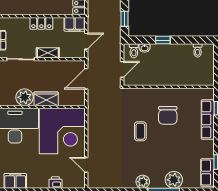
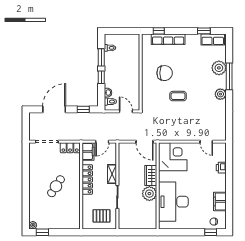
locker: (41, 23) -> (87, 179), width x1.53
window: (186, 40) -> (101, 57), added
door: (86, 41) -> (102, 142), swing flipped
door: (86, 79) -> (145, 142), moved
corner desk: (62, 131) -> (173, 157), width x0.74, depth x0.74
door: (86, 165) -> (206, 142), hinge flipped

